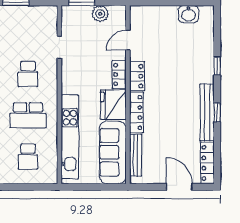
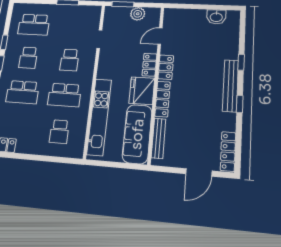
bench: (207, 112) -> (231, 86), moved
door: (179, 187) -> (199, 172), swing flipped

